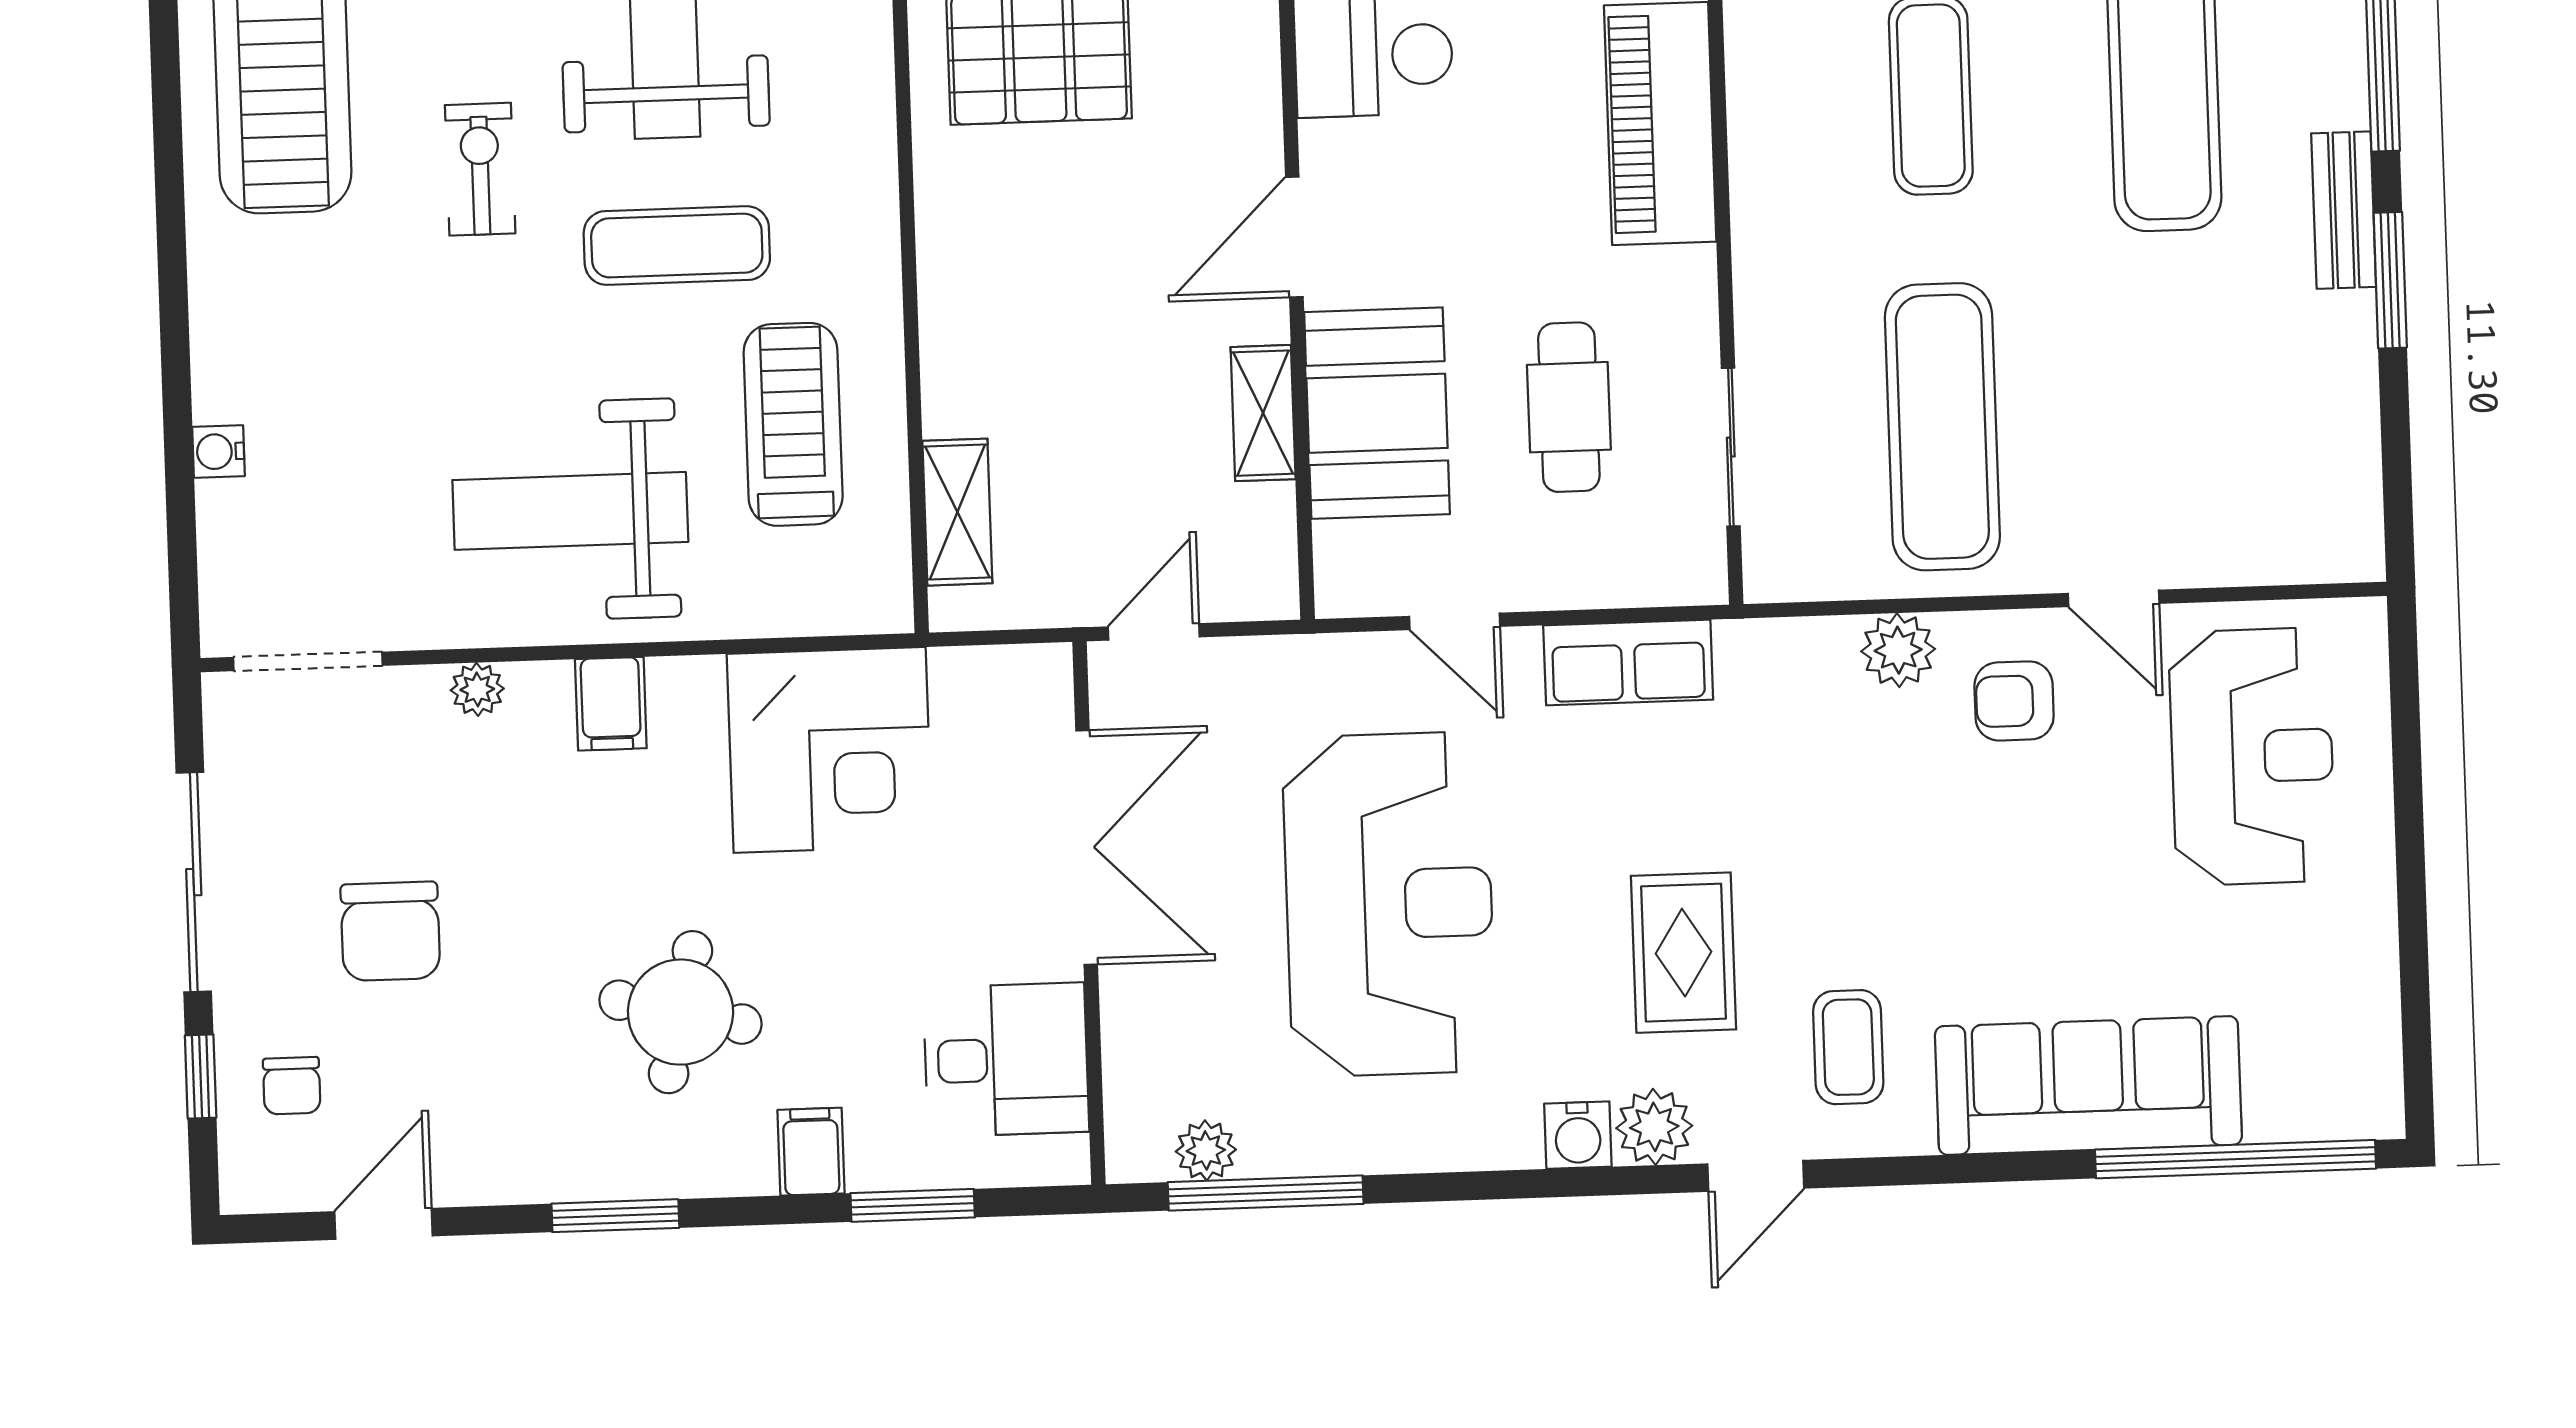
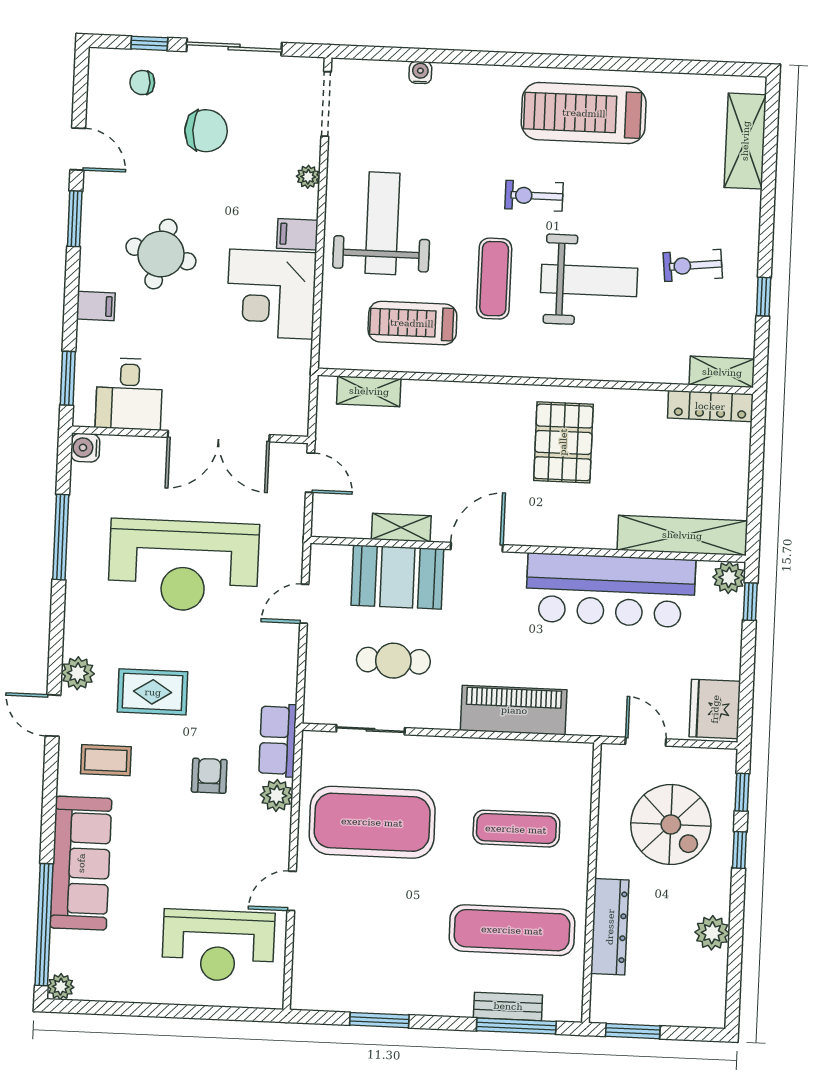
exercise bike: (480, 169) -> (534, 196), turned 180
bench: (2344, 210) -> (508, 1006), moved
door: (1294, 237) -> (477, 547), hinge flipped
window: (2390, 280) -> (379, 1020), moved
treadmill: (793, 424) -> (412, 323), turned 180
exercise mat: (1942, 427) -> (372, 822), width x1.47
row of seats: (1628, 662) -> (278, 740), moved
armchair: (2014, 701) -> (209, 776), moved
corner desk: (830, 750) -> (271, 294), moved
chair: (390, 931) -> (206, 131), turned 180
water cooler: (1578, 1135) -> (85, 448), moved
plant: (1206, 1150) -> (61, 987), moved
window: (1266, 1193) -> (61, 537), moved
window: (913, 1205) -> (68, 378), moved
door: (383, 1224) -> (78, 149), moved

